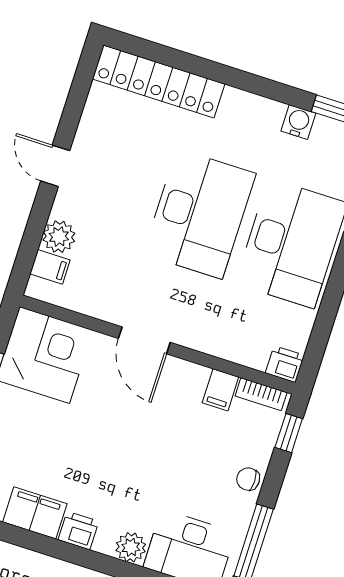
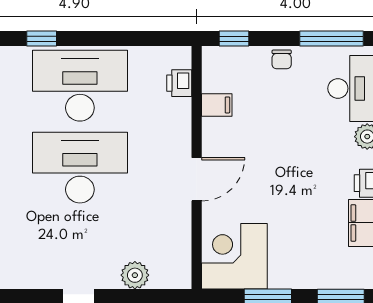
filing cabinet: (50, 267) -> (162, 275), removed
printer: (285, 364) -> (179, 83), moved
bookcase: (261, 394) -> (210, 71), removed

